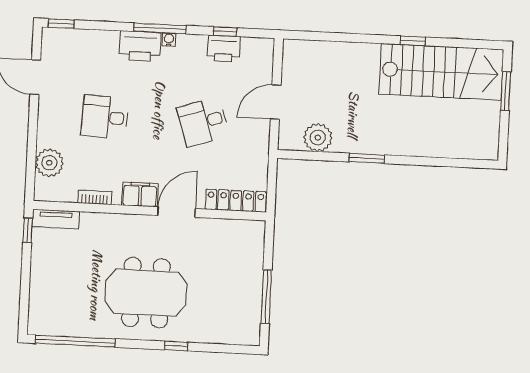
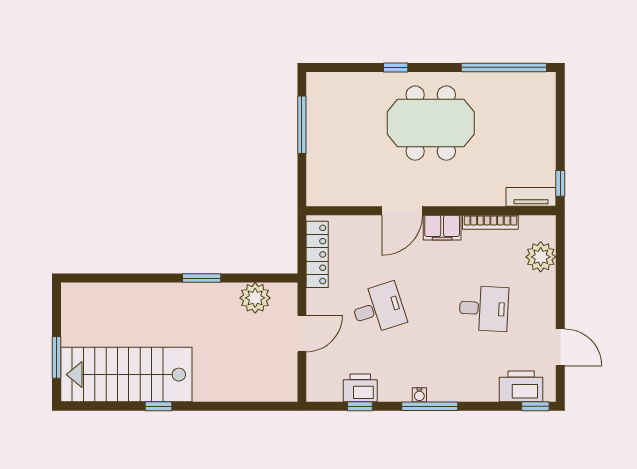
printer: (140, 46) -> (521, 386), moved
bookcase: (95, 197) -> (490, 222), width x1.56
locker: (236, 201) -> (317, 254), moved, turned -90

